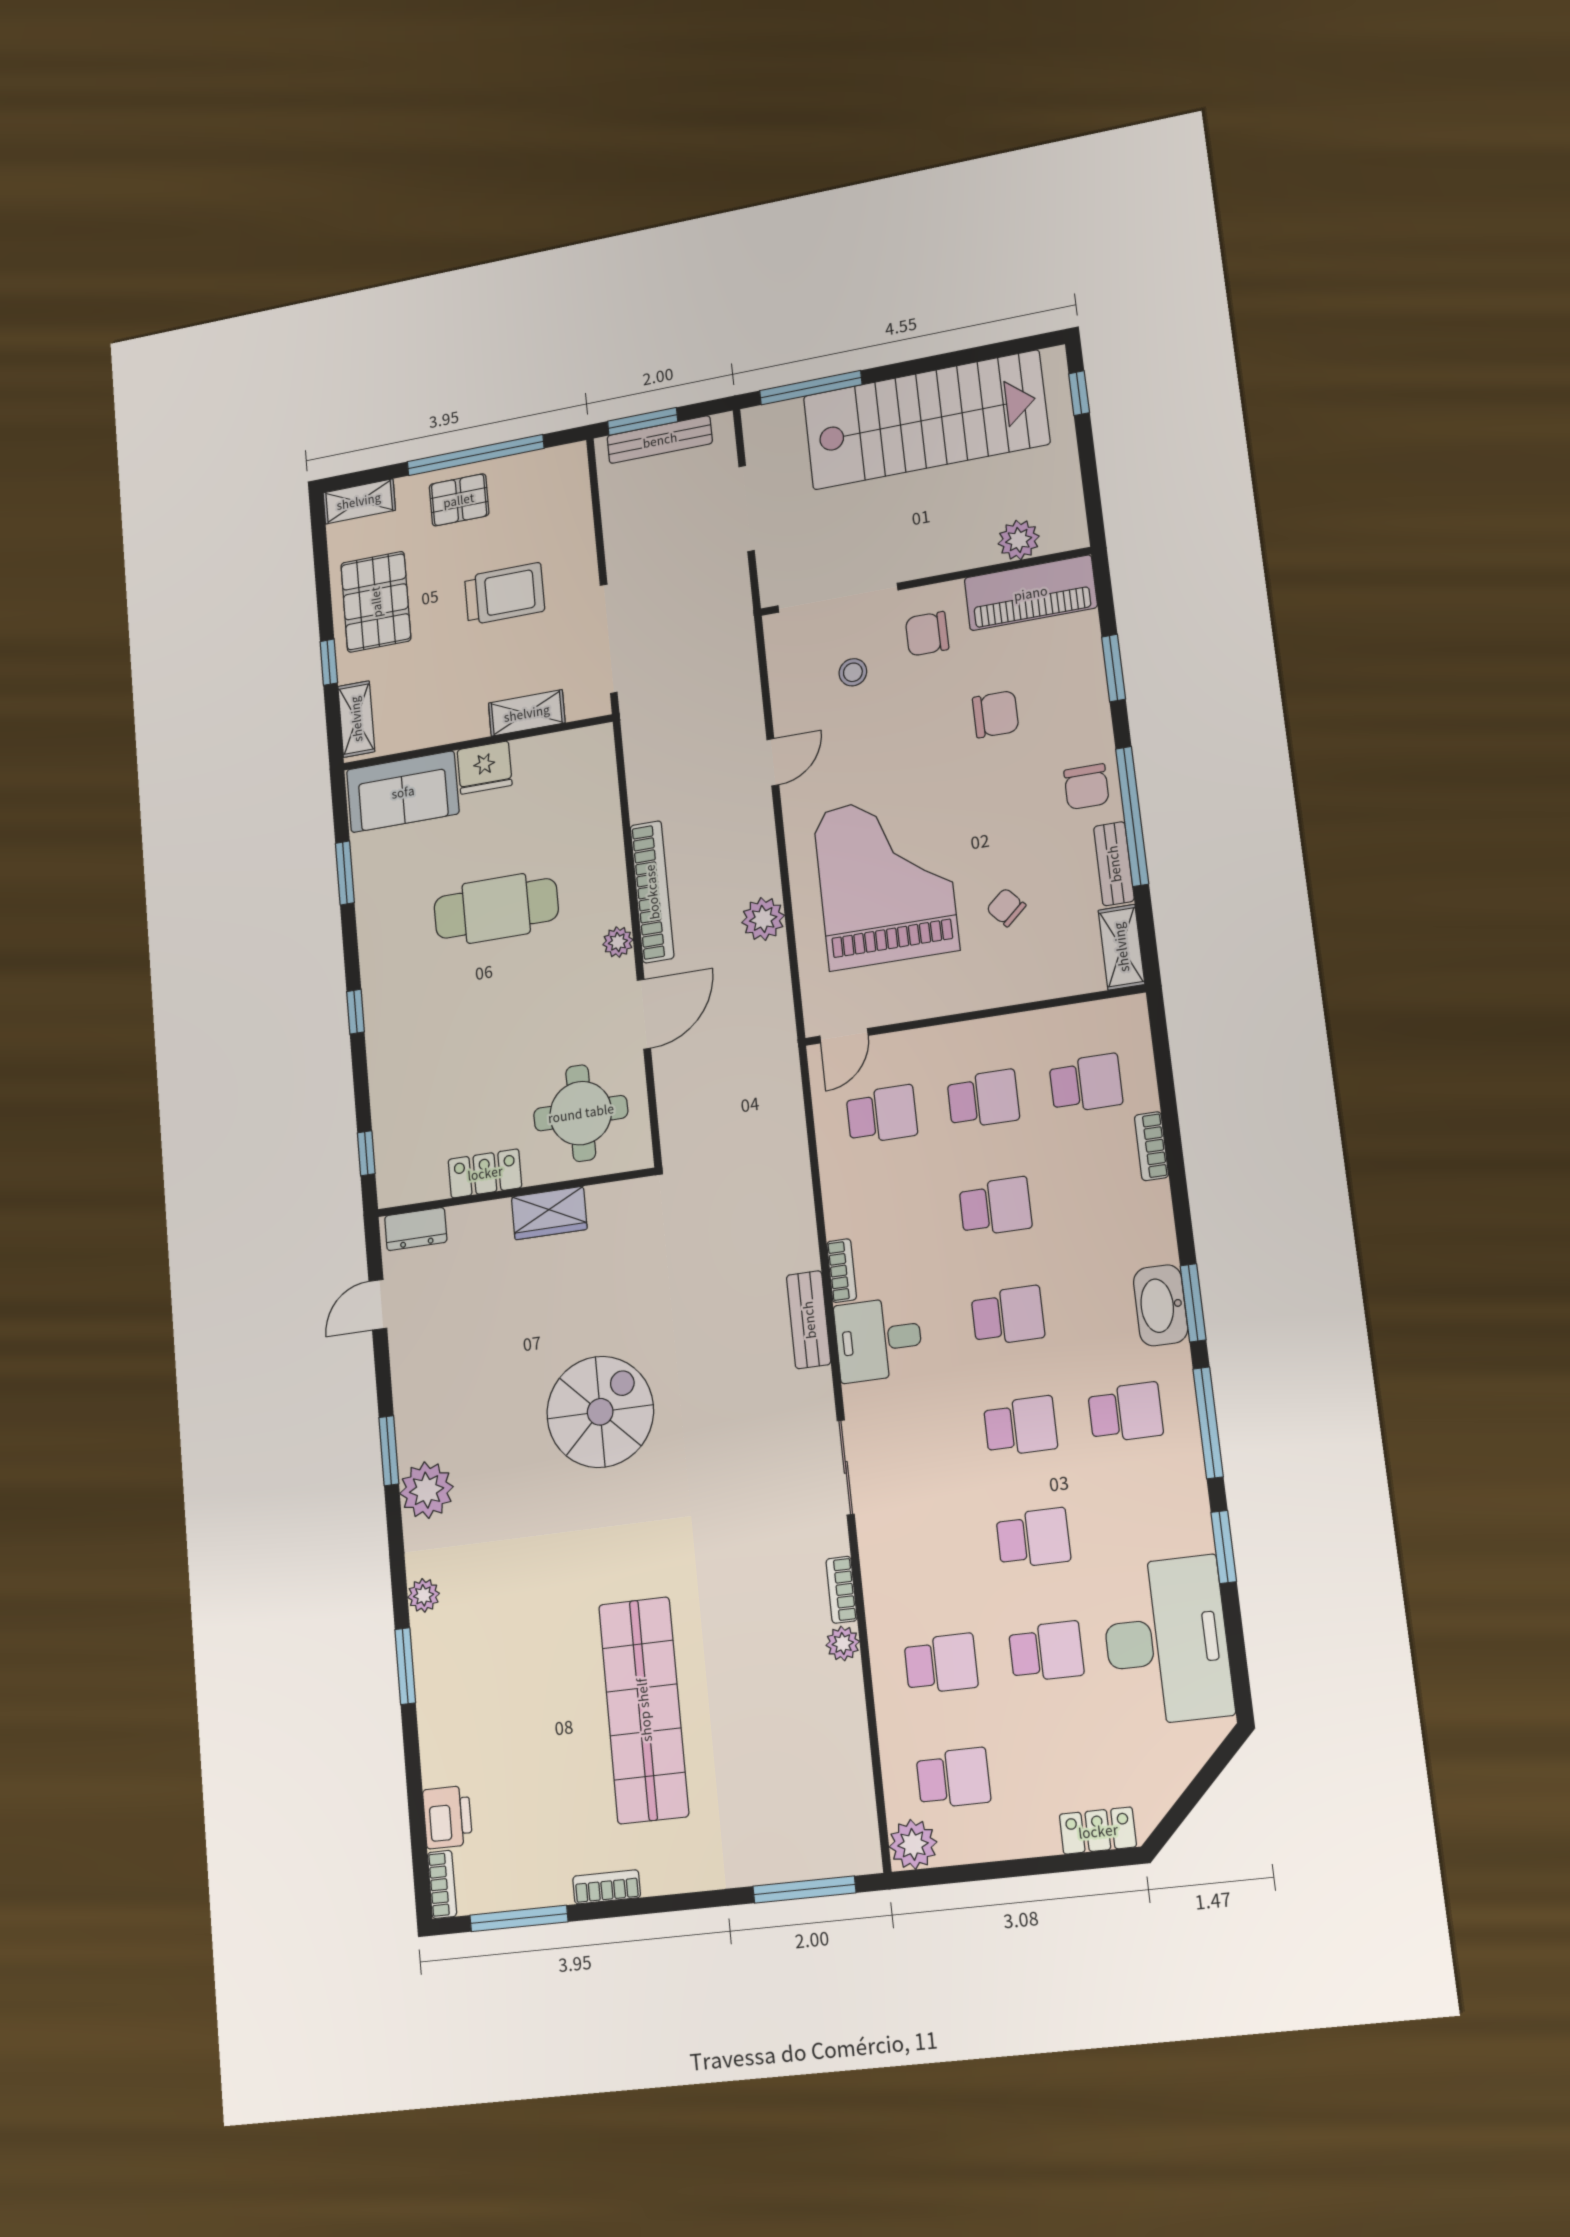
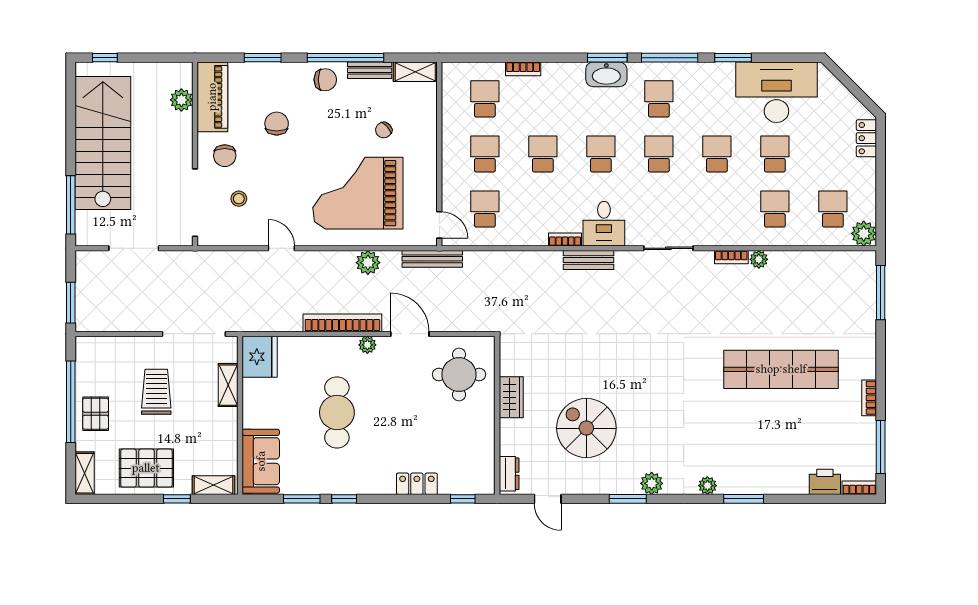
bench: (660, 440) -> (432, 259), moved, turned 90
fridge: (485, 768) -> (260, 357), moved, width x1.36, depth x1.34
window: (355, 1012) -> (344, 499), moved
locker: (485, 1173) -> (417, 484), moved, turned 90
spiral stairs: (600, 1412) -> (586, 428), moved
plant: (427, 1490) -> (652, 483), width x0.73, depth x0.73

